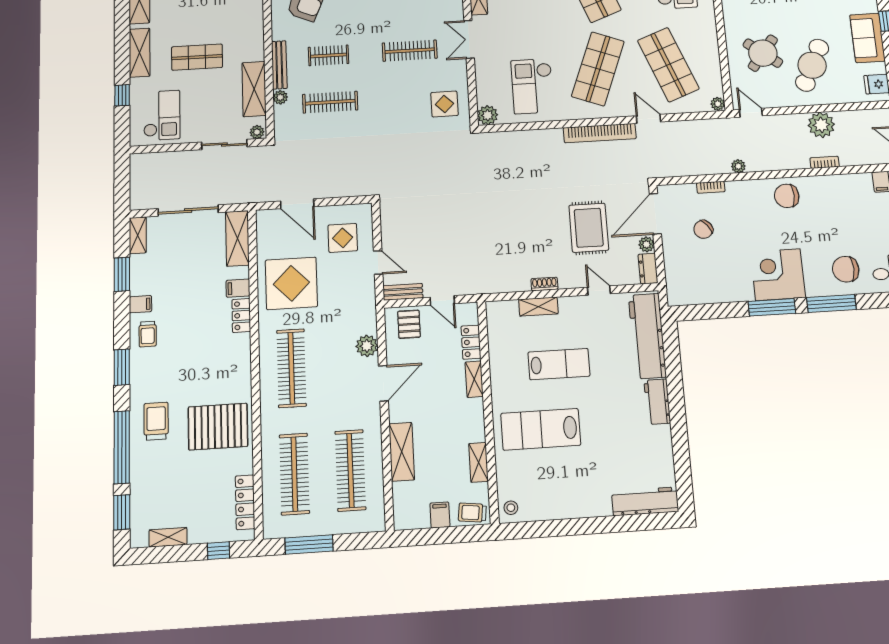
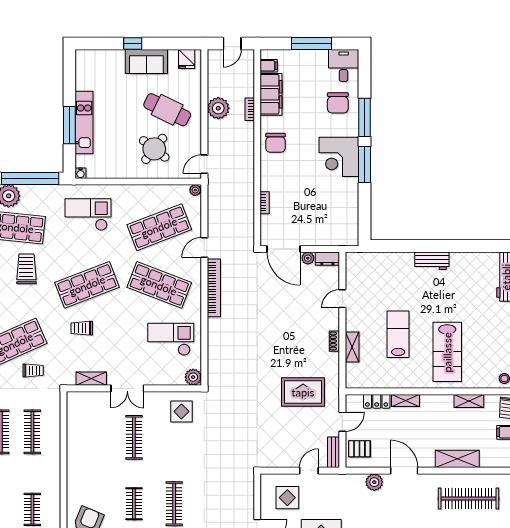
checkout: (532, 86) -> (171, 339), turned 180
plant: (738, 166) -> (249, 179), removed
filing cabinet: (846, 187) -> (271, 94), added
rug: (589, 228) -> (303, 392), moved
chair: (703, 229) -> (299, 212), removed
workbench: (647, 336) -> (381, 264), removed

